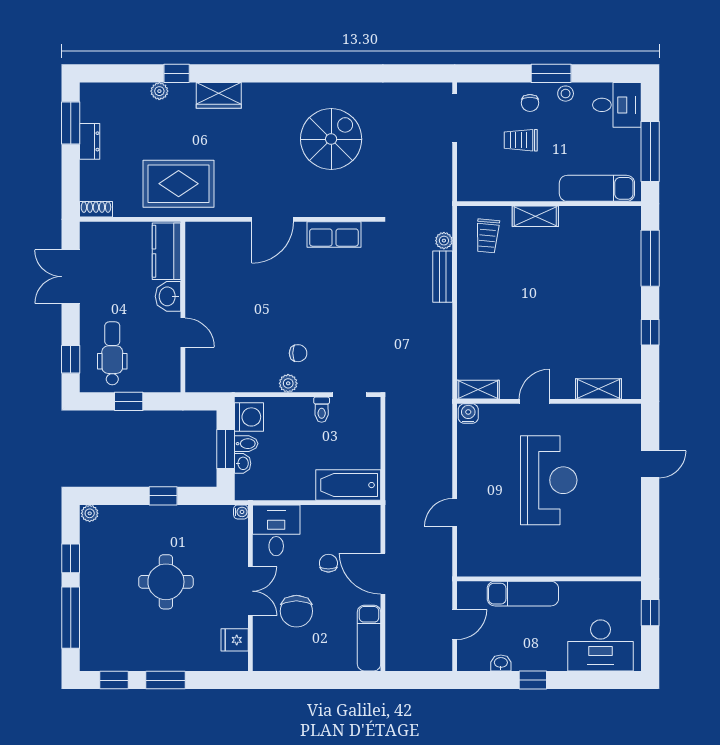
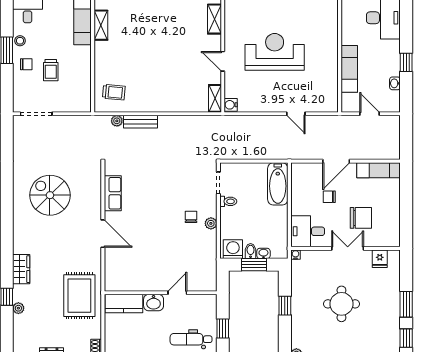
shelving: (535, 216) -> (101, 25), moved

